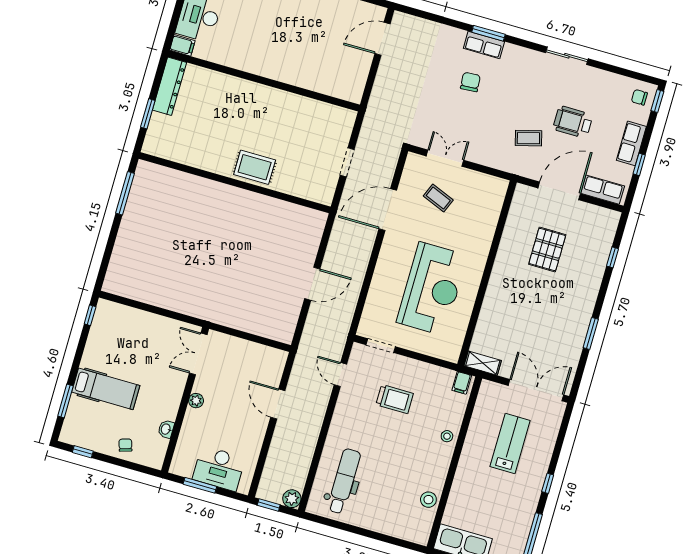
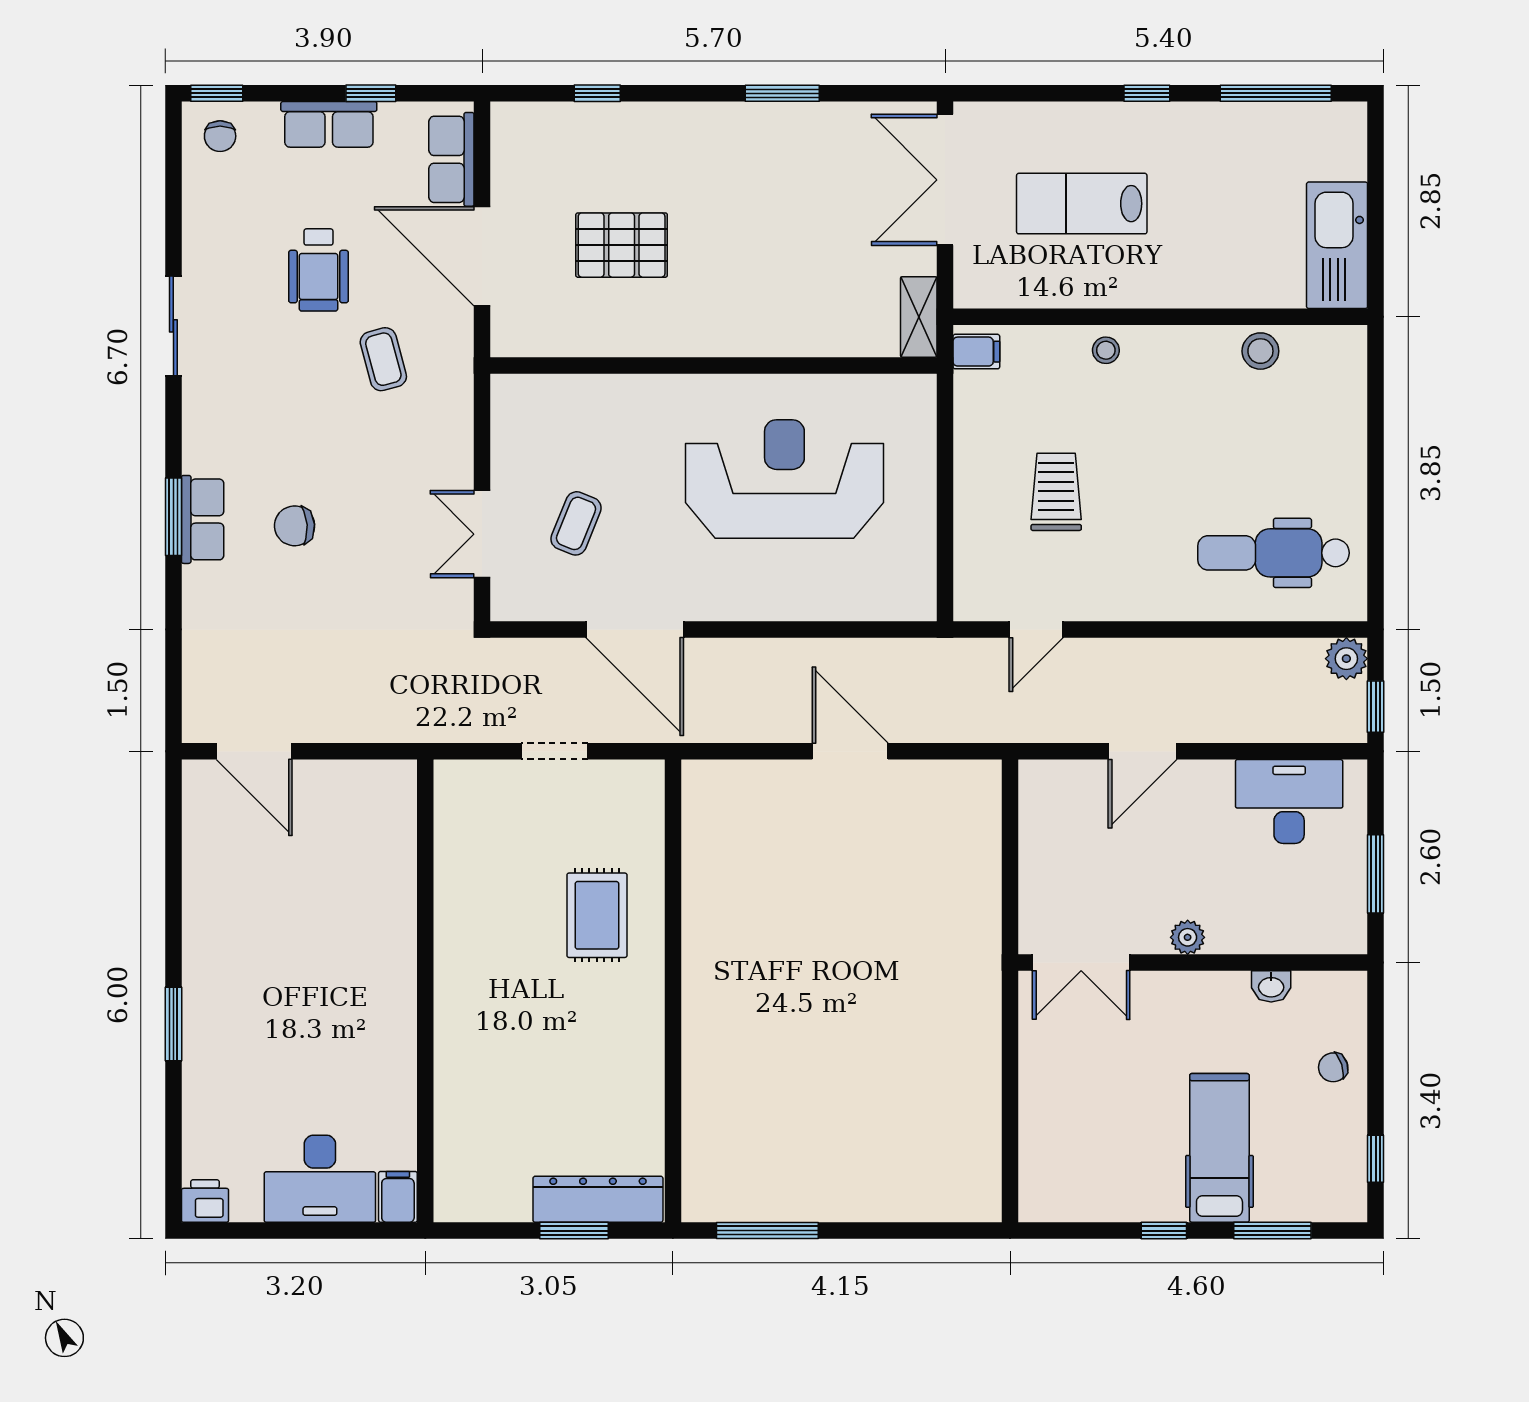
dresser: (170, 86) -> (598, 1199), moved
rug: (255, 167) -> (597, 915), moved
window: (90, 315) -> (1164, 1231), moved
doorway: (381, 346) -> (945, 557), removed
desk: (219, 468) -> (1289, 801), moved, turned -90

